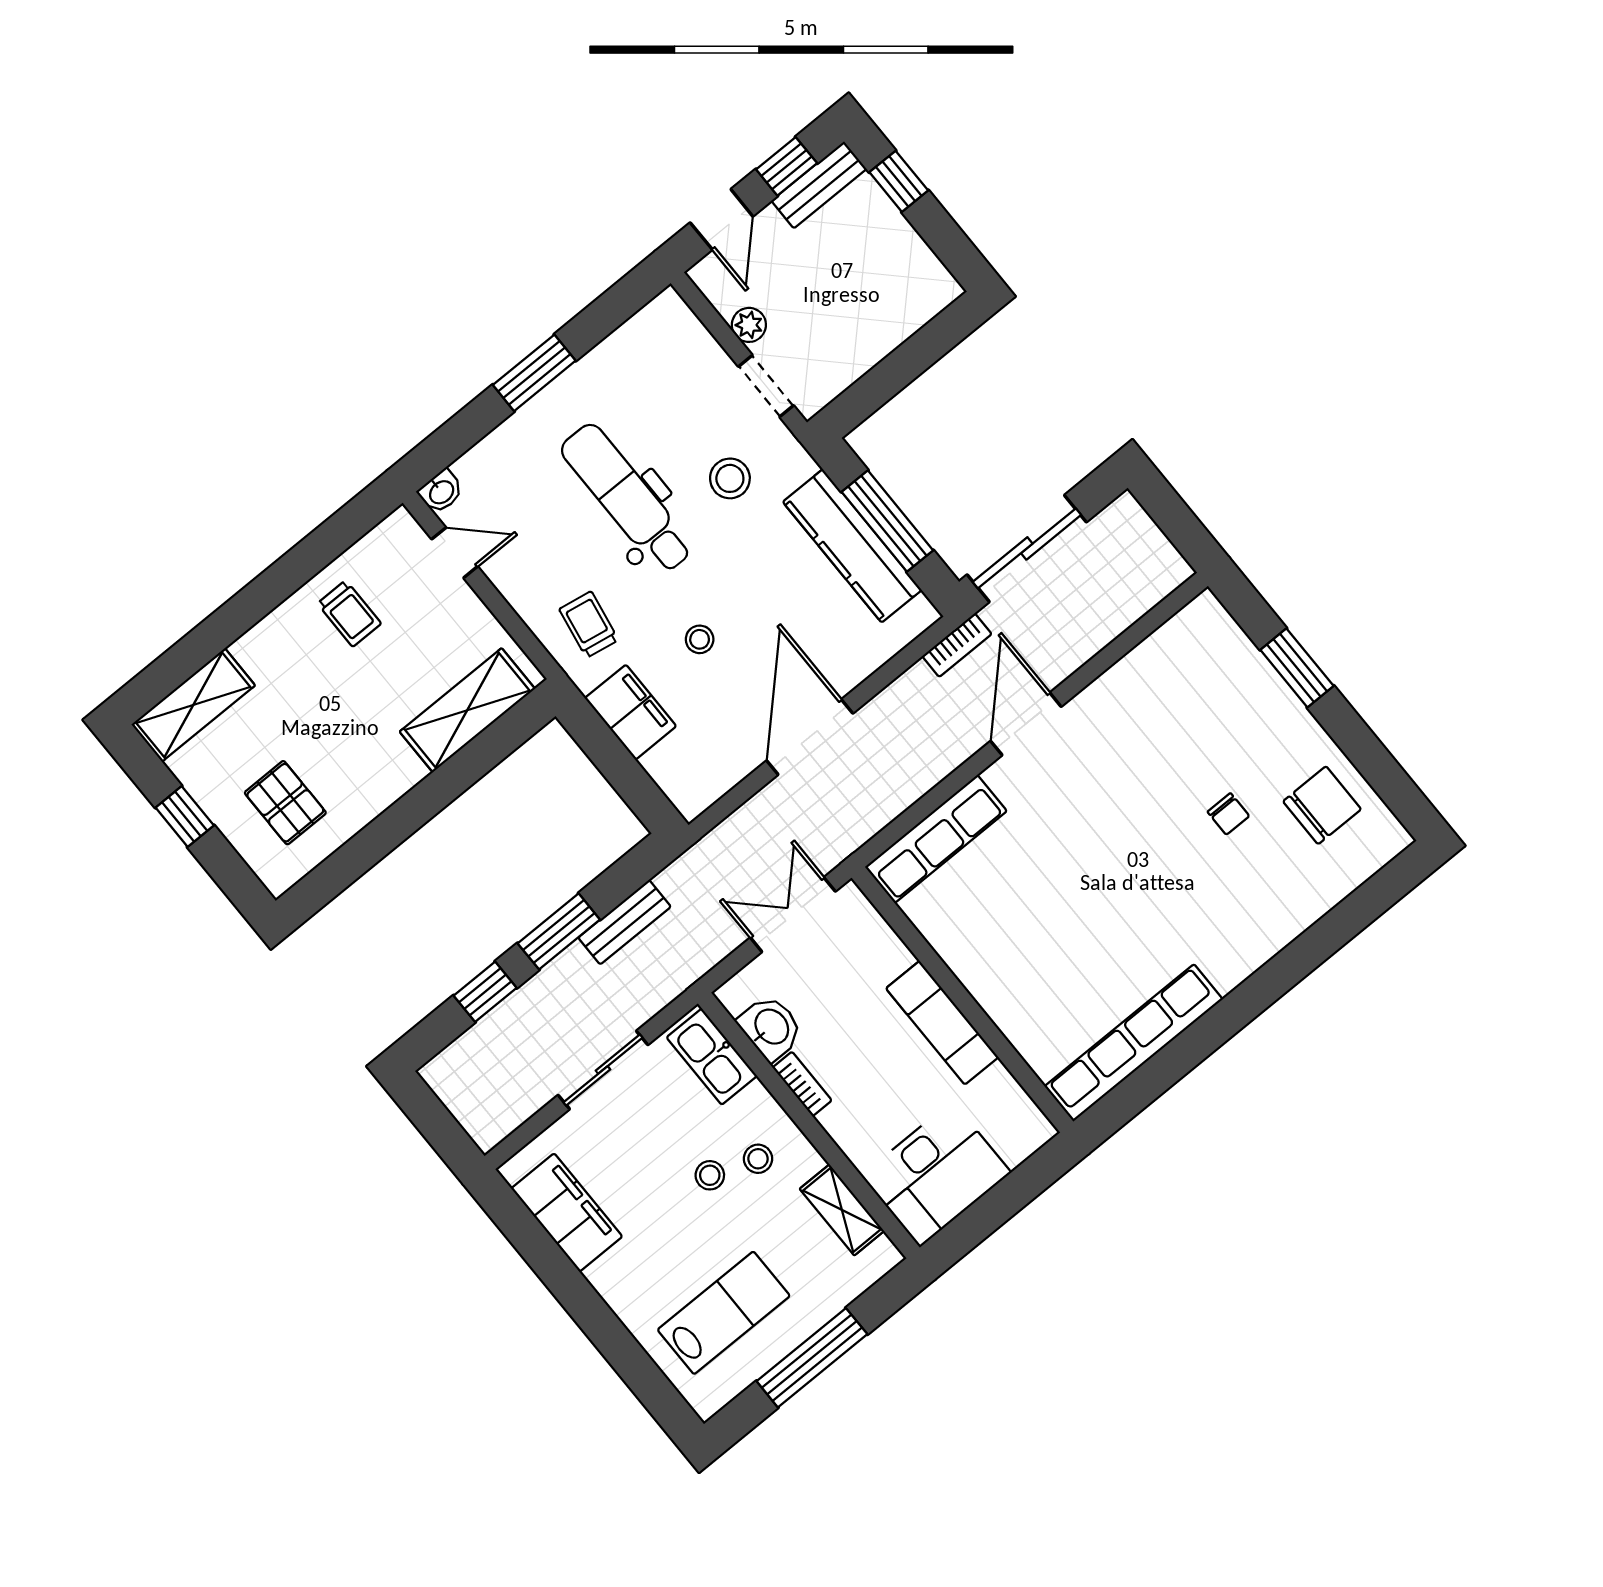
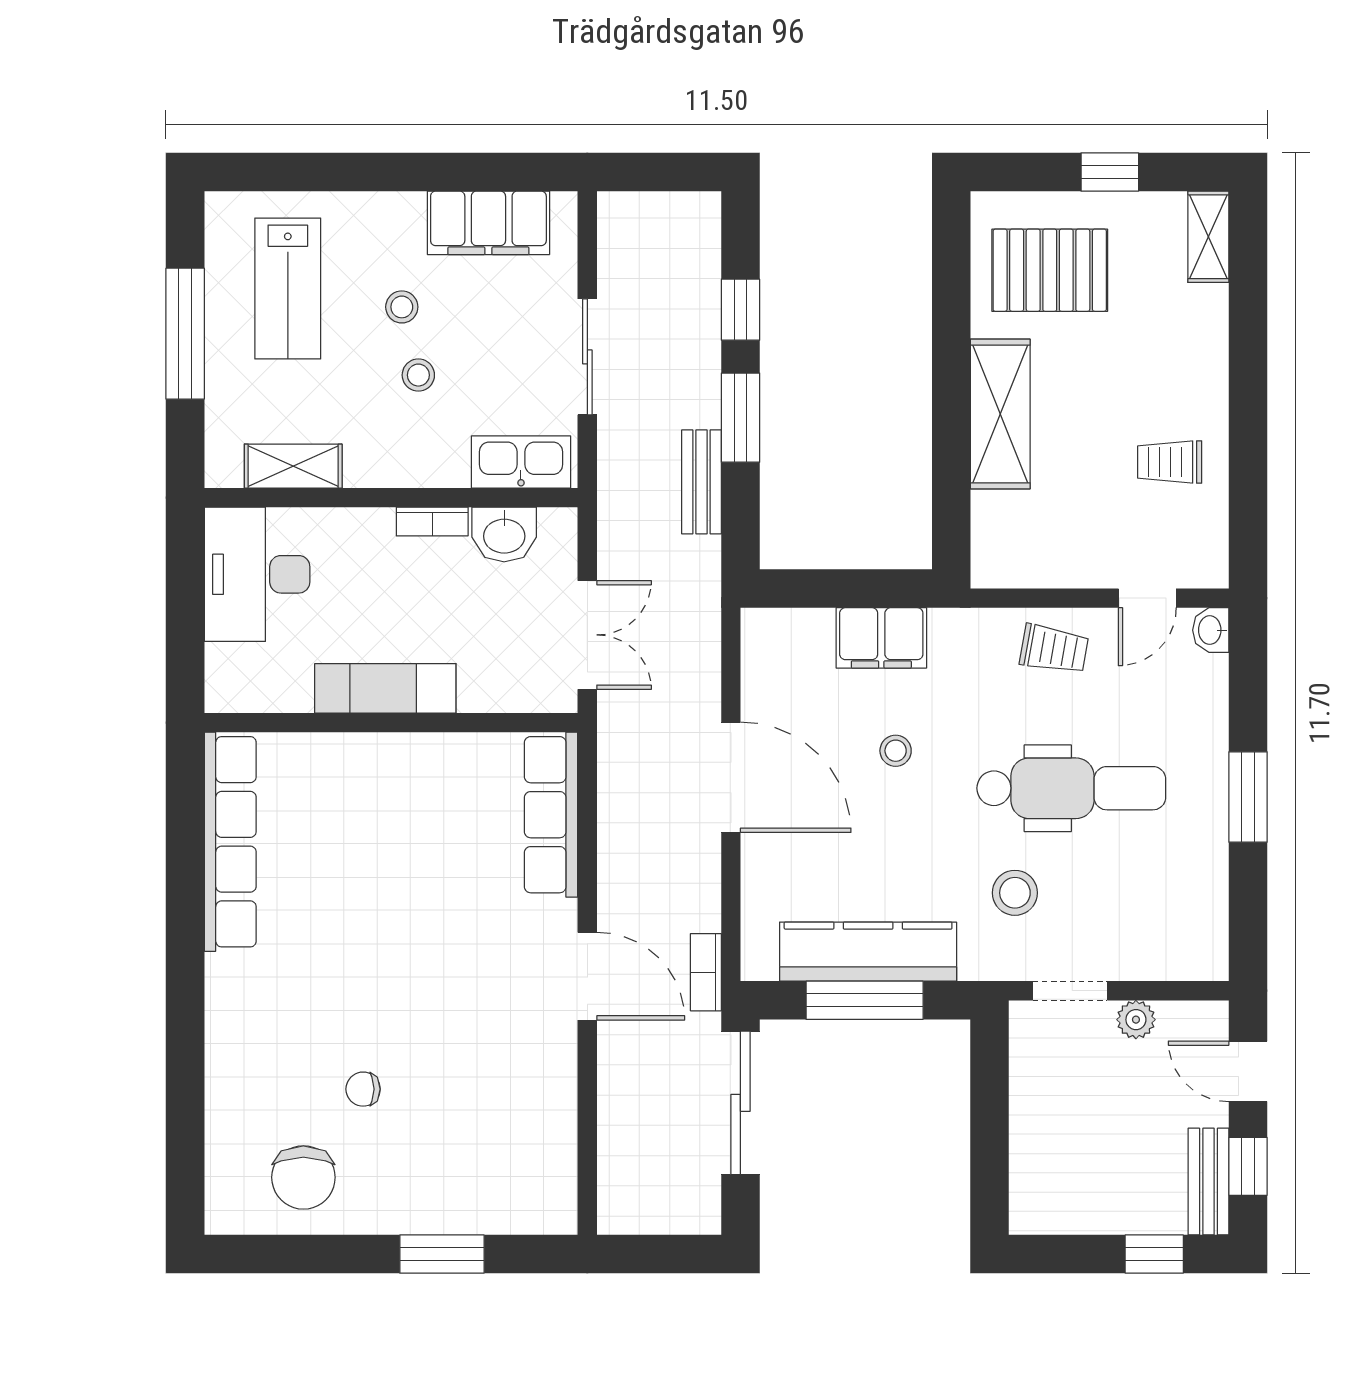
trolley: (589, 625) -> (1054, 649), moved
shelving: (193, 705) -> (1208, 237), width x0.67, depth x0.75
shelving: (467, 710) -> (1000, 414), moved
pallet: (285, 803) -> (1050, 270), width x1.50, depth x1.42
stool: (758, 1159) -> (402, 307), moved

